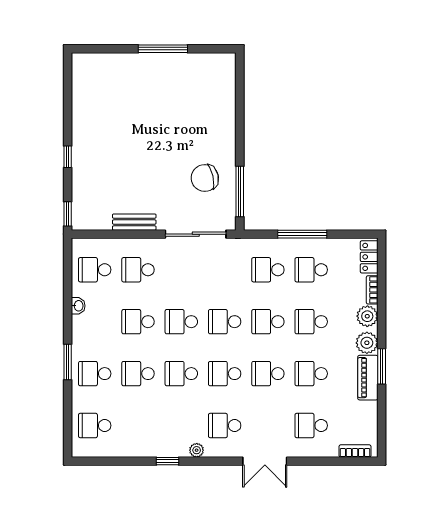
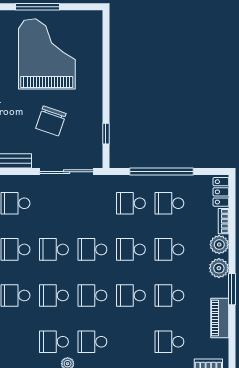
grand piano: (173, 102) -> (47, 54), added
chair: (205, 178) -> (51, 121), moved, turned -58
window: (240, 191) -> (106, 134), width x0.46
window: (302, 234) -> (161, 172), width x1.46
piano: (368, 378) -> (220, 318), moved
school desk: (181, 425) -> (54, 342), added

